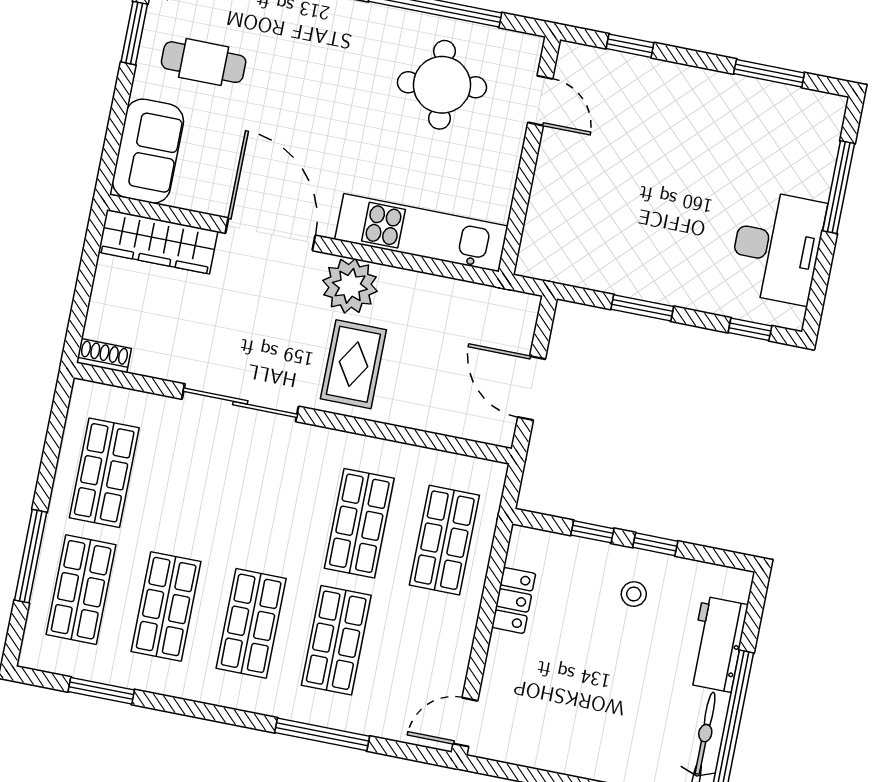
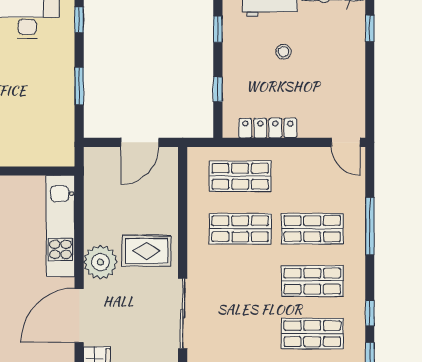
window: (655, 544) -> (218, 29), moved
stool: (634, 594) -> (283, 52), moved
locker: (514, 600) -> (268, 128), width x1.53
window: (181, 706) -> (370, 313), added

